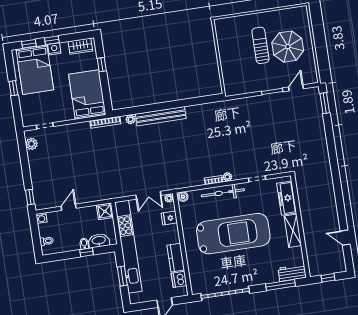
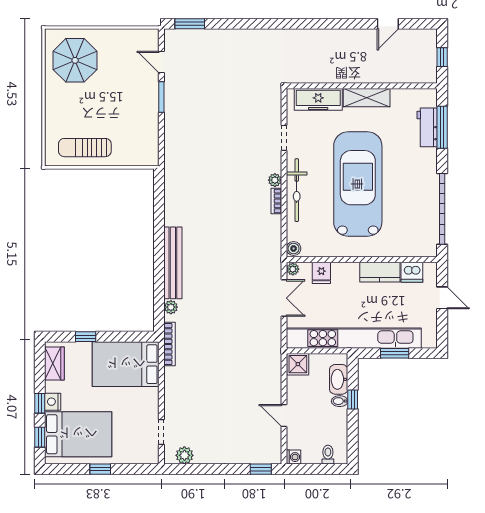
sun lounger: (260, 45) -> (85, 148), moved
parasol: (288, 47) -> (75, 60), moved
workbench: (292, 273) -> (427, 127), moved

